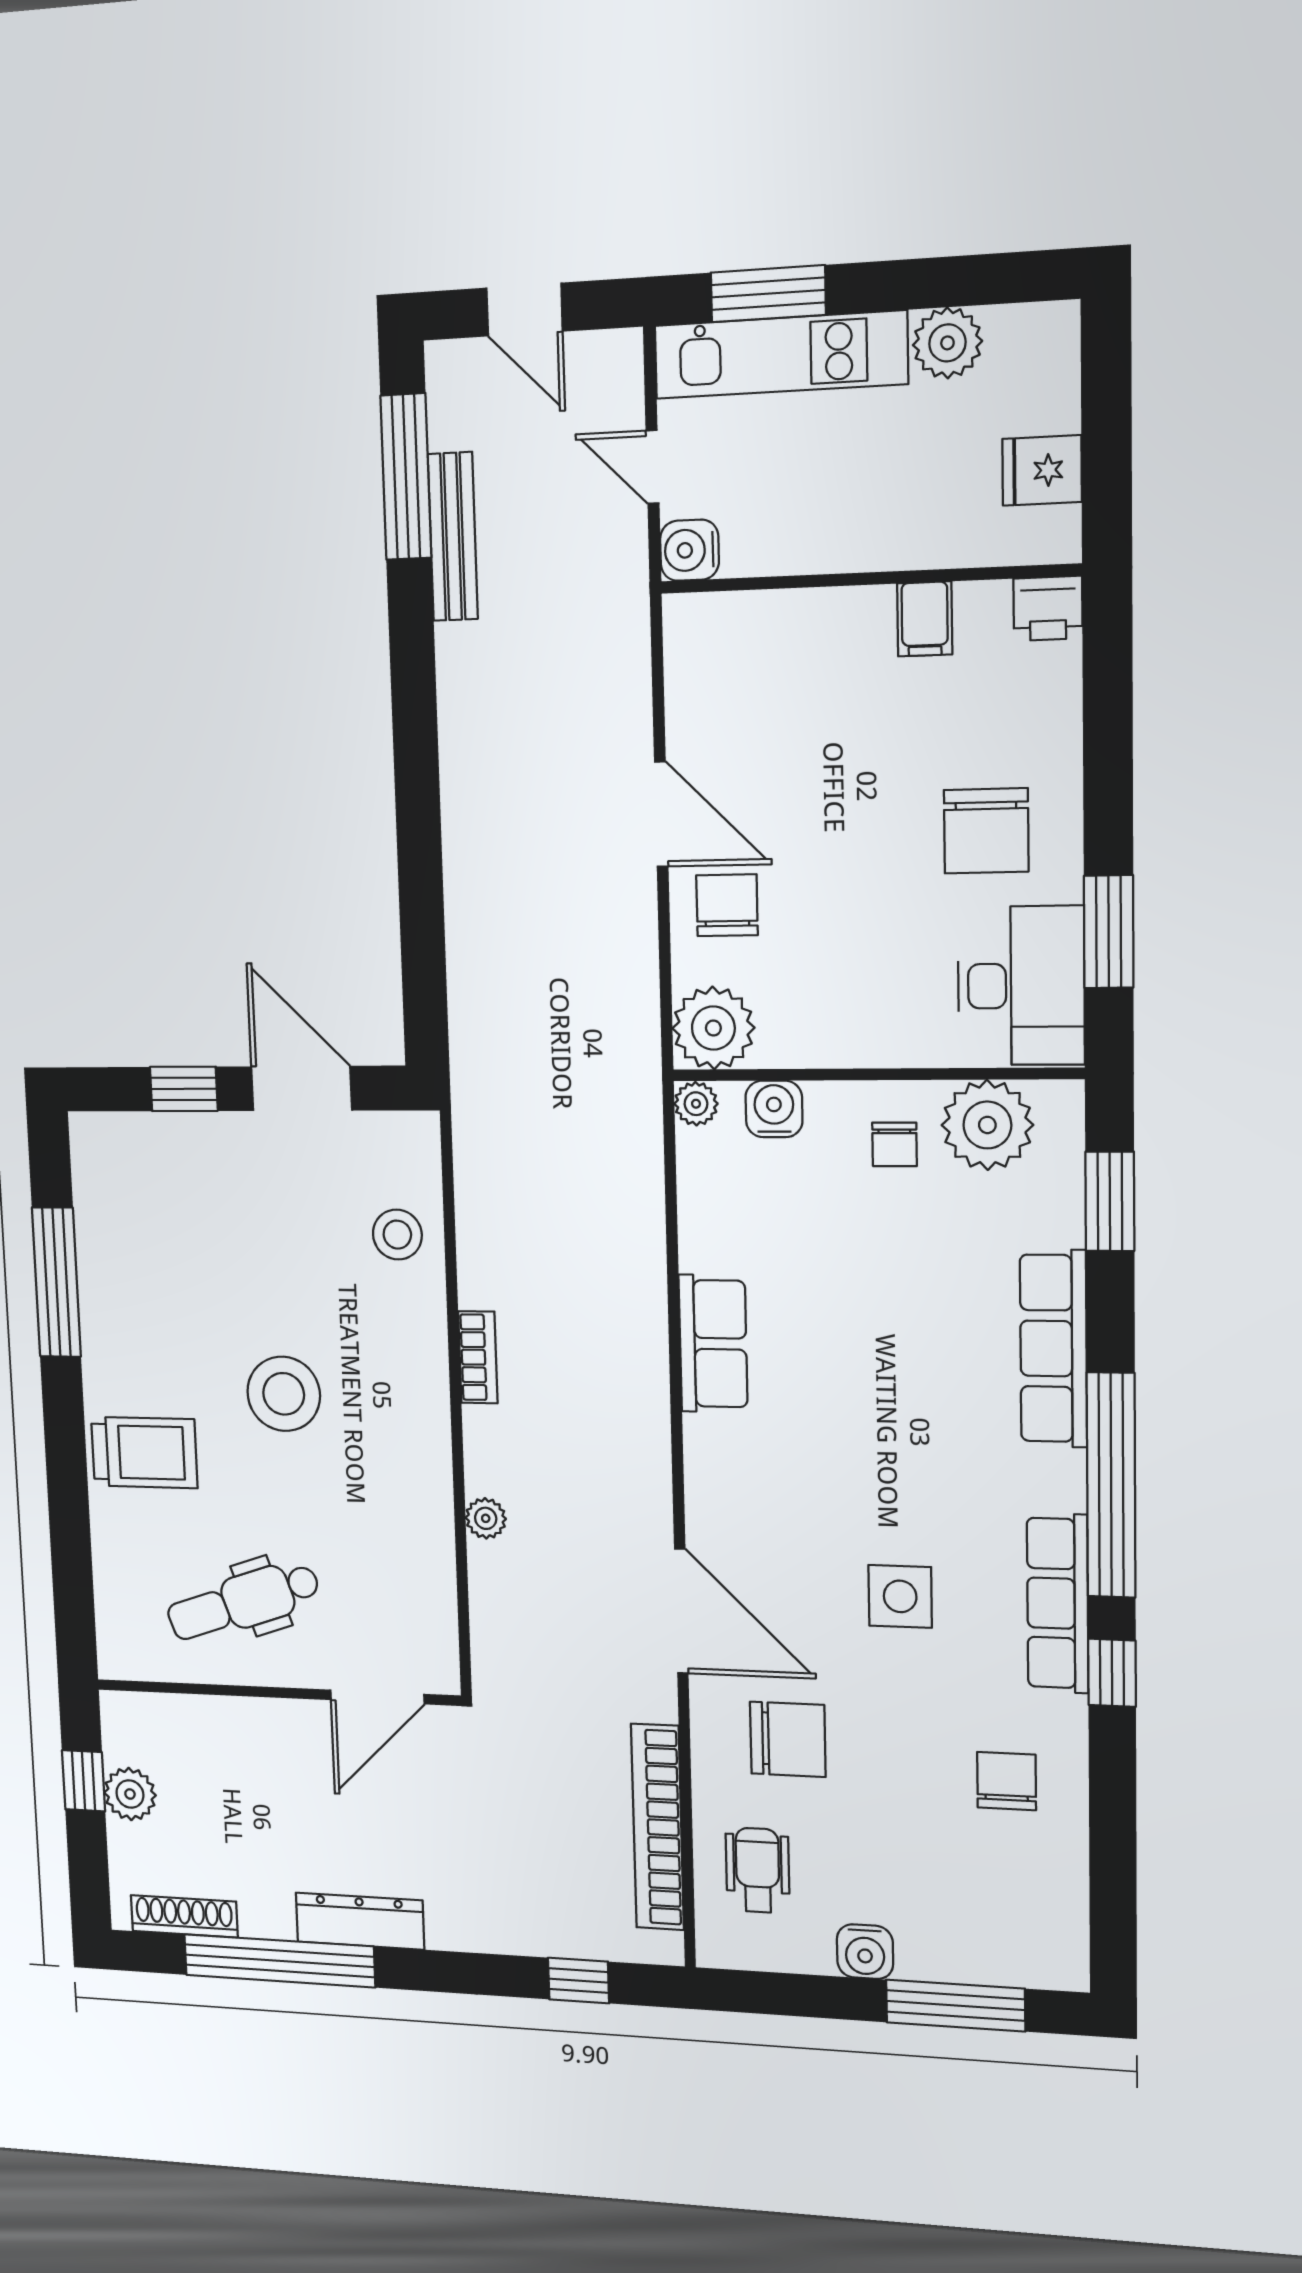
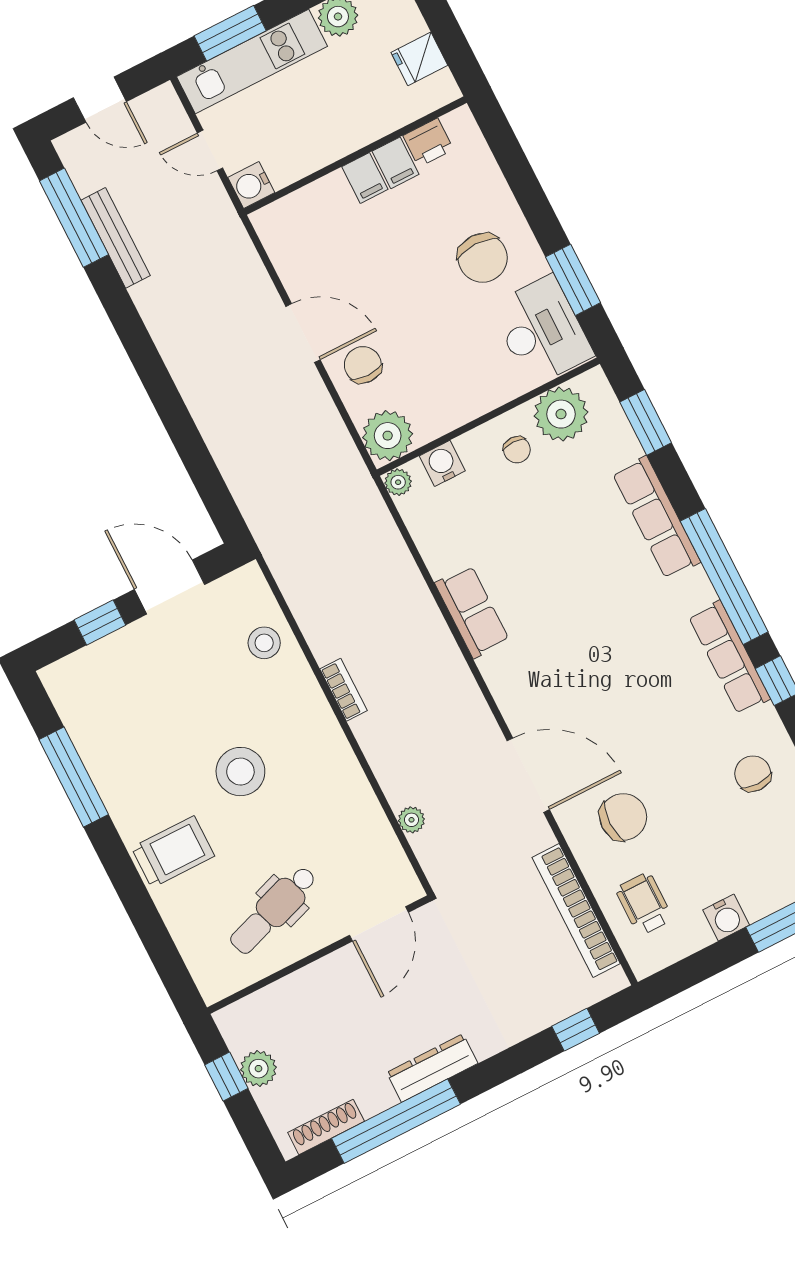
printer: (1048, 608) -> (428, 143), moved
filing cabinet: (866, 621) -> (365, 178), added
plant: (486, 1518) -> (411, 820), moved
side table: (900, 1596) -> (644, 700), removed

